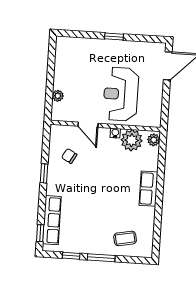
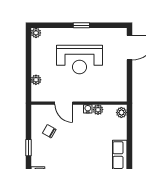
plant: (61, 42) -> (36, 33), added
reception desk: (121, 94) -> (79, 59), moved, turned -90
plant: (132, 140) -> (98, 110), width x0.53, depth x0.53

